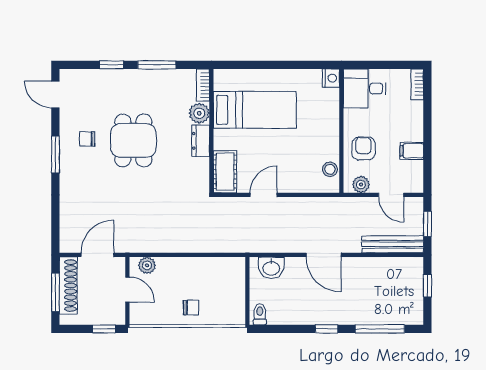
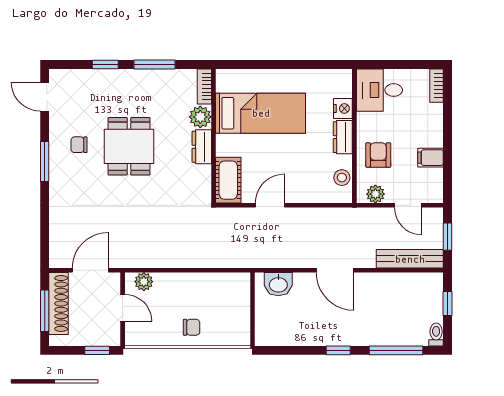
nightstand: (331, 78) -> (343, 109), moved
dresser: (331, 132) -> (343, 137), added
toilet: (260, 314) -> (436, 335), moved

